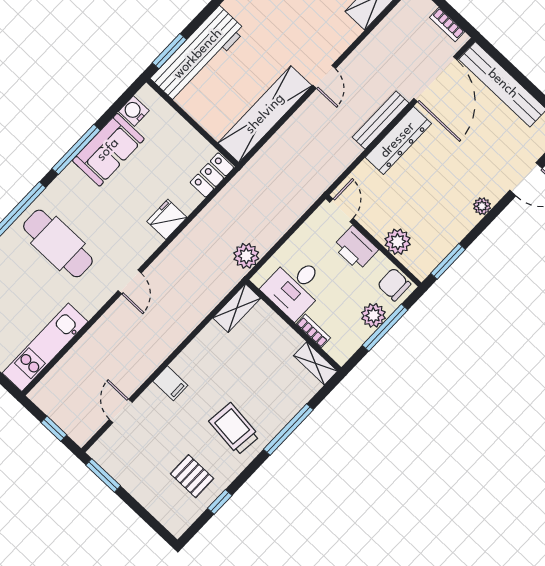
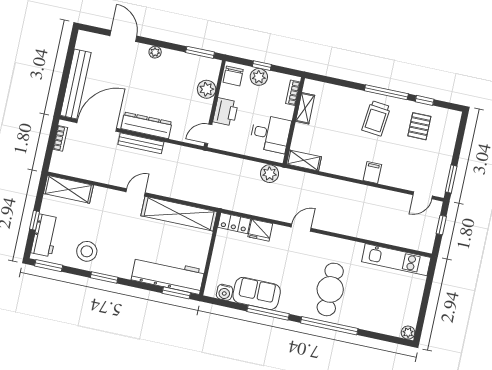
fridge: (167, 219) -> (260, 230), moved
door: (130, 282) -> (301, 228), moved
window: (385, 328) -> (262, 66), width x0.46
bookcase: (313, 331) -> (293, 93), moved
shelving: (315, 363) -> (305, 108), moved
door: (121, 411) -> (423, 195), moved
window: (288, 430) -> (386, 92), moved

